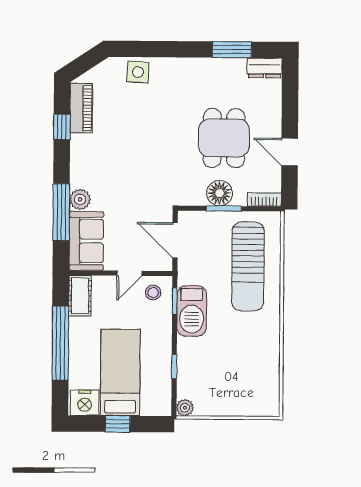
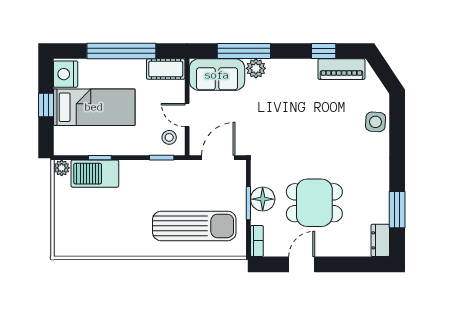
sun lounger: (248, 266) -> (194, 226), turned 180
barbecue: (192, 311) -> (95, 174), moved

